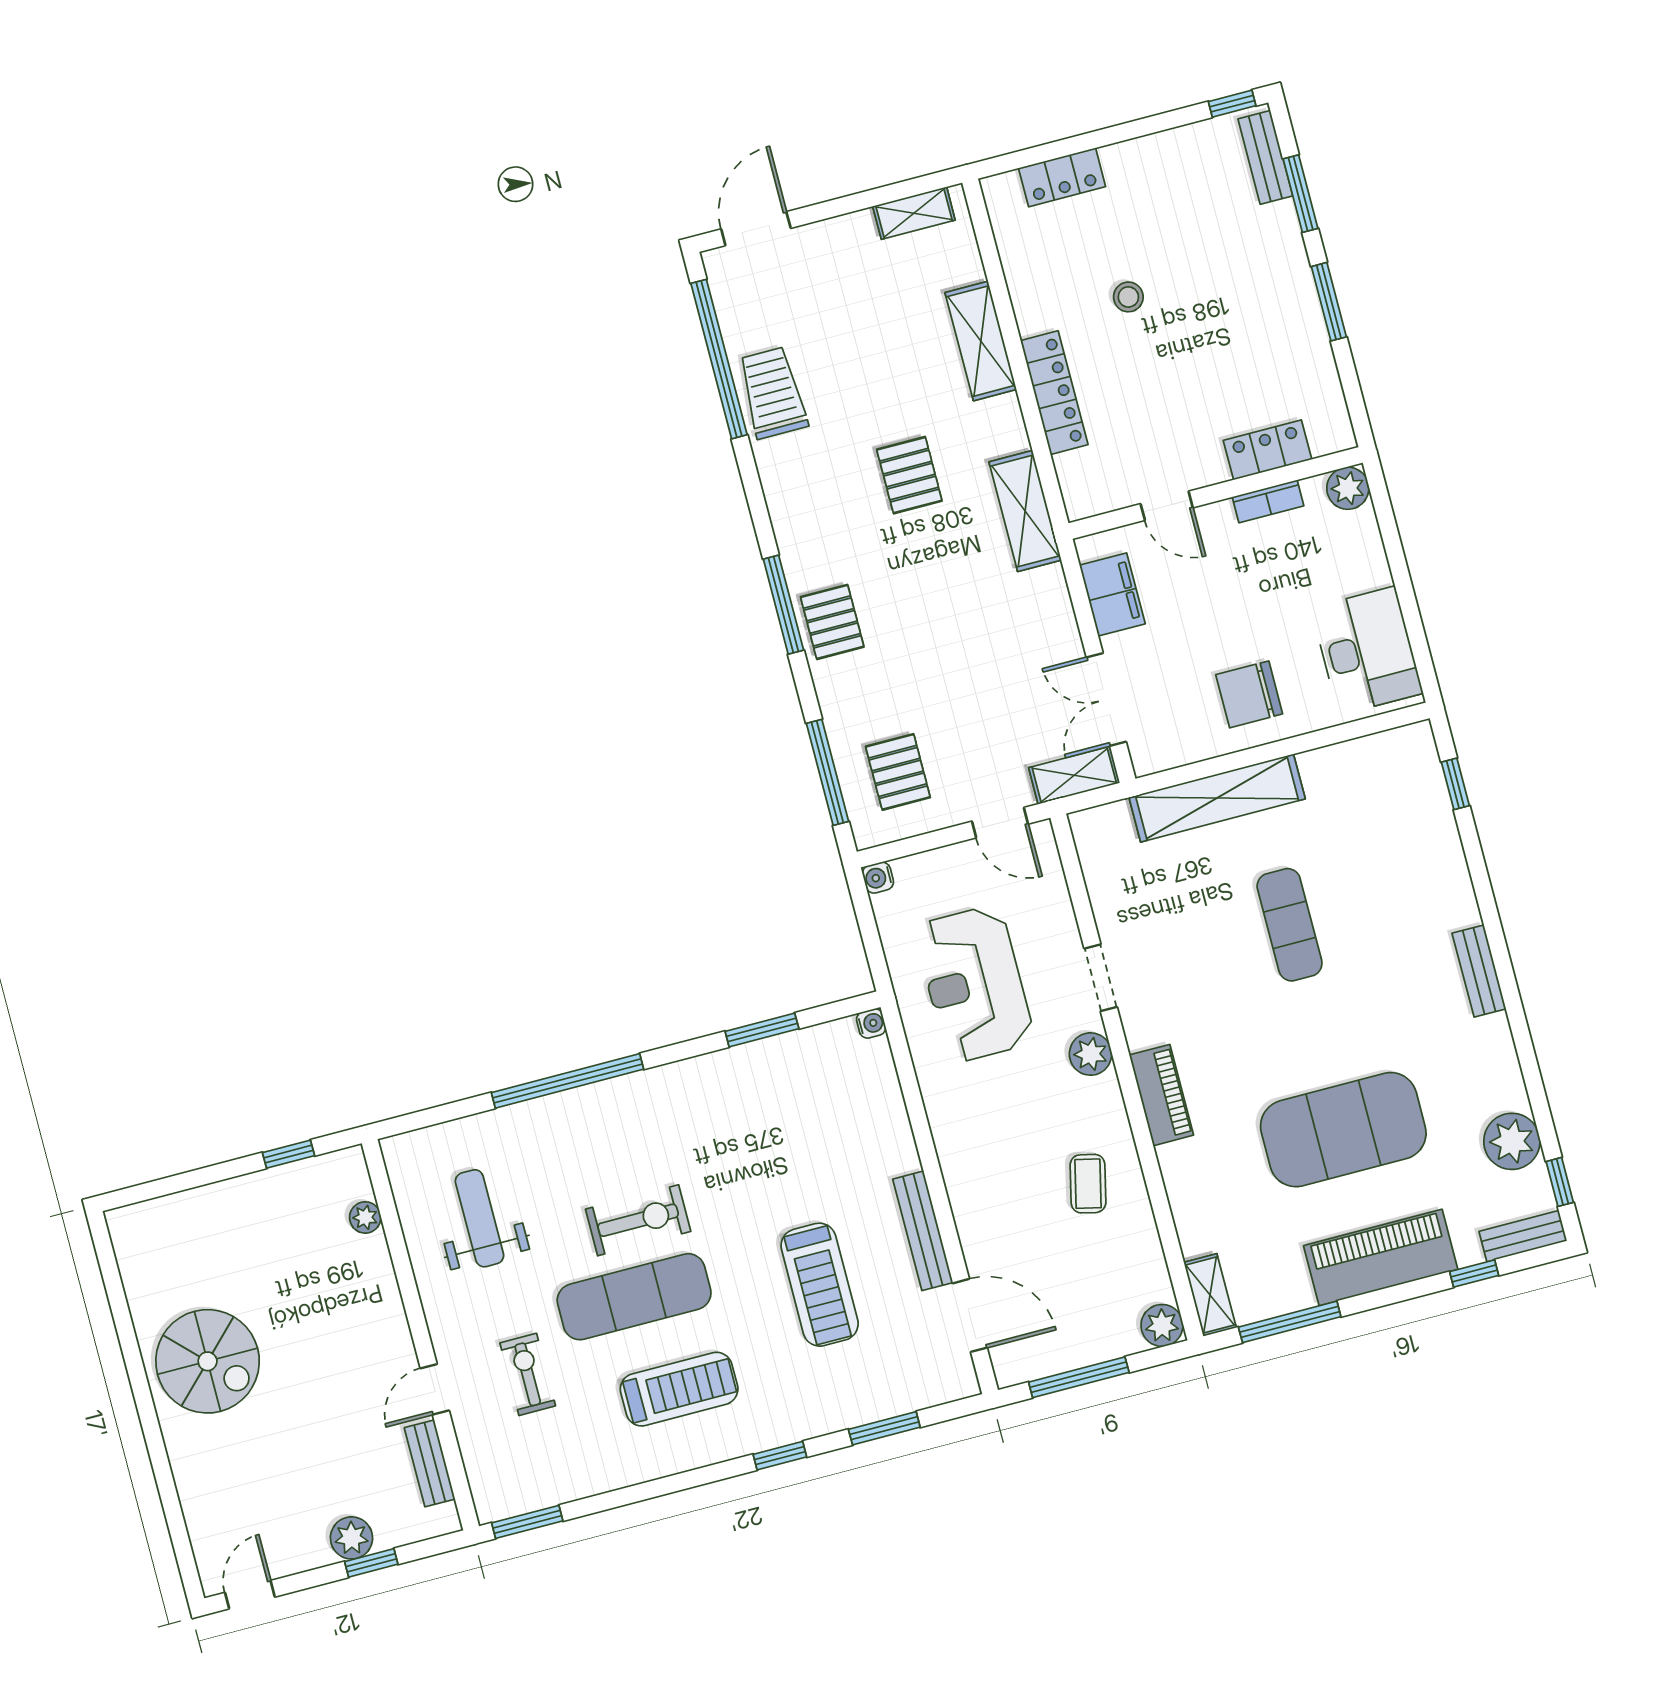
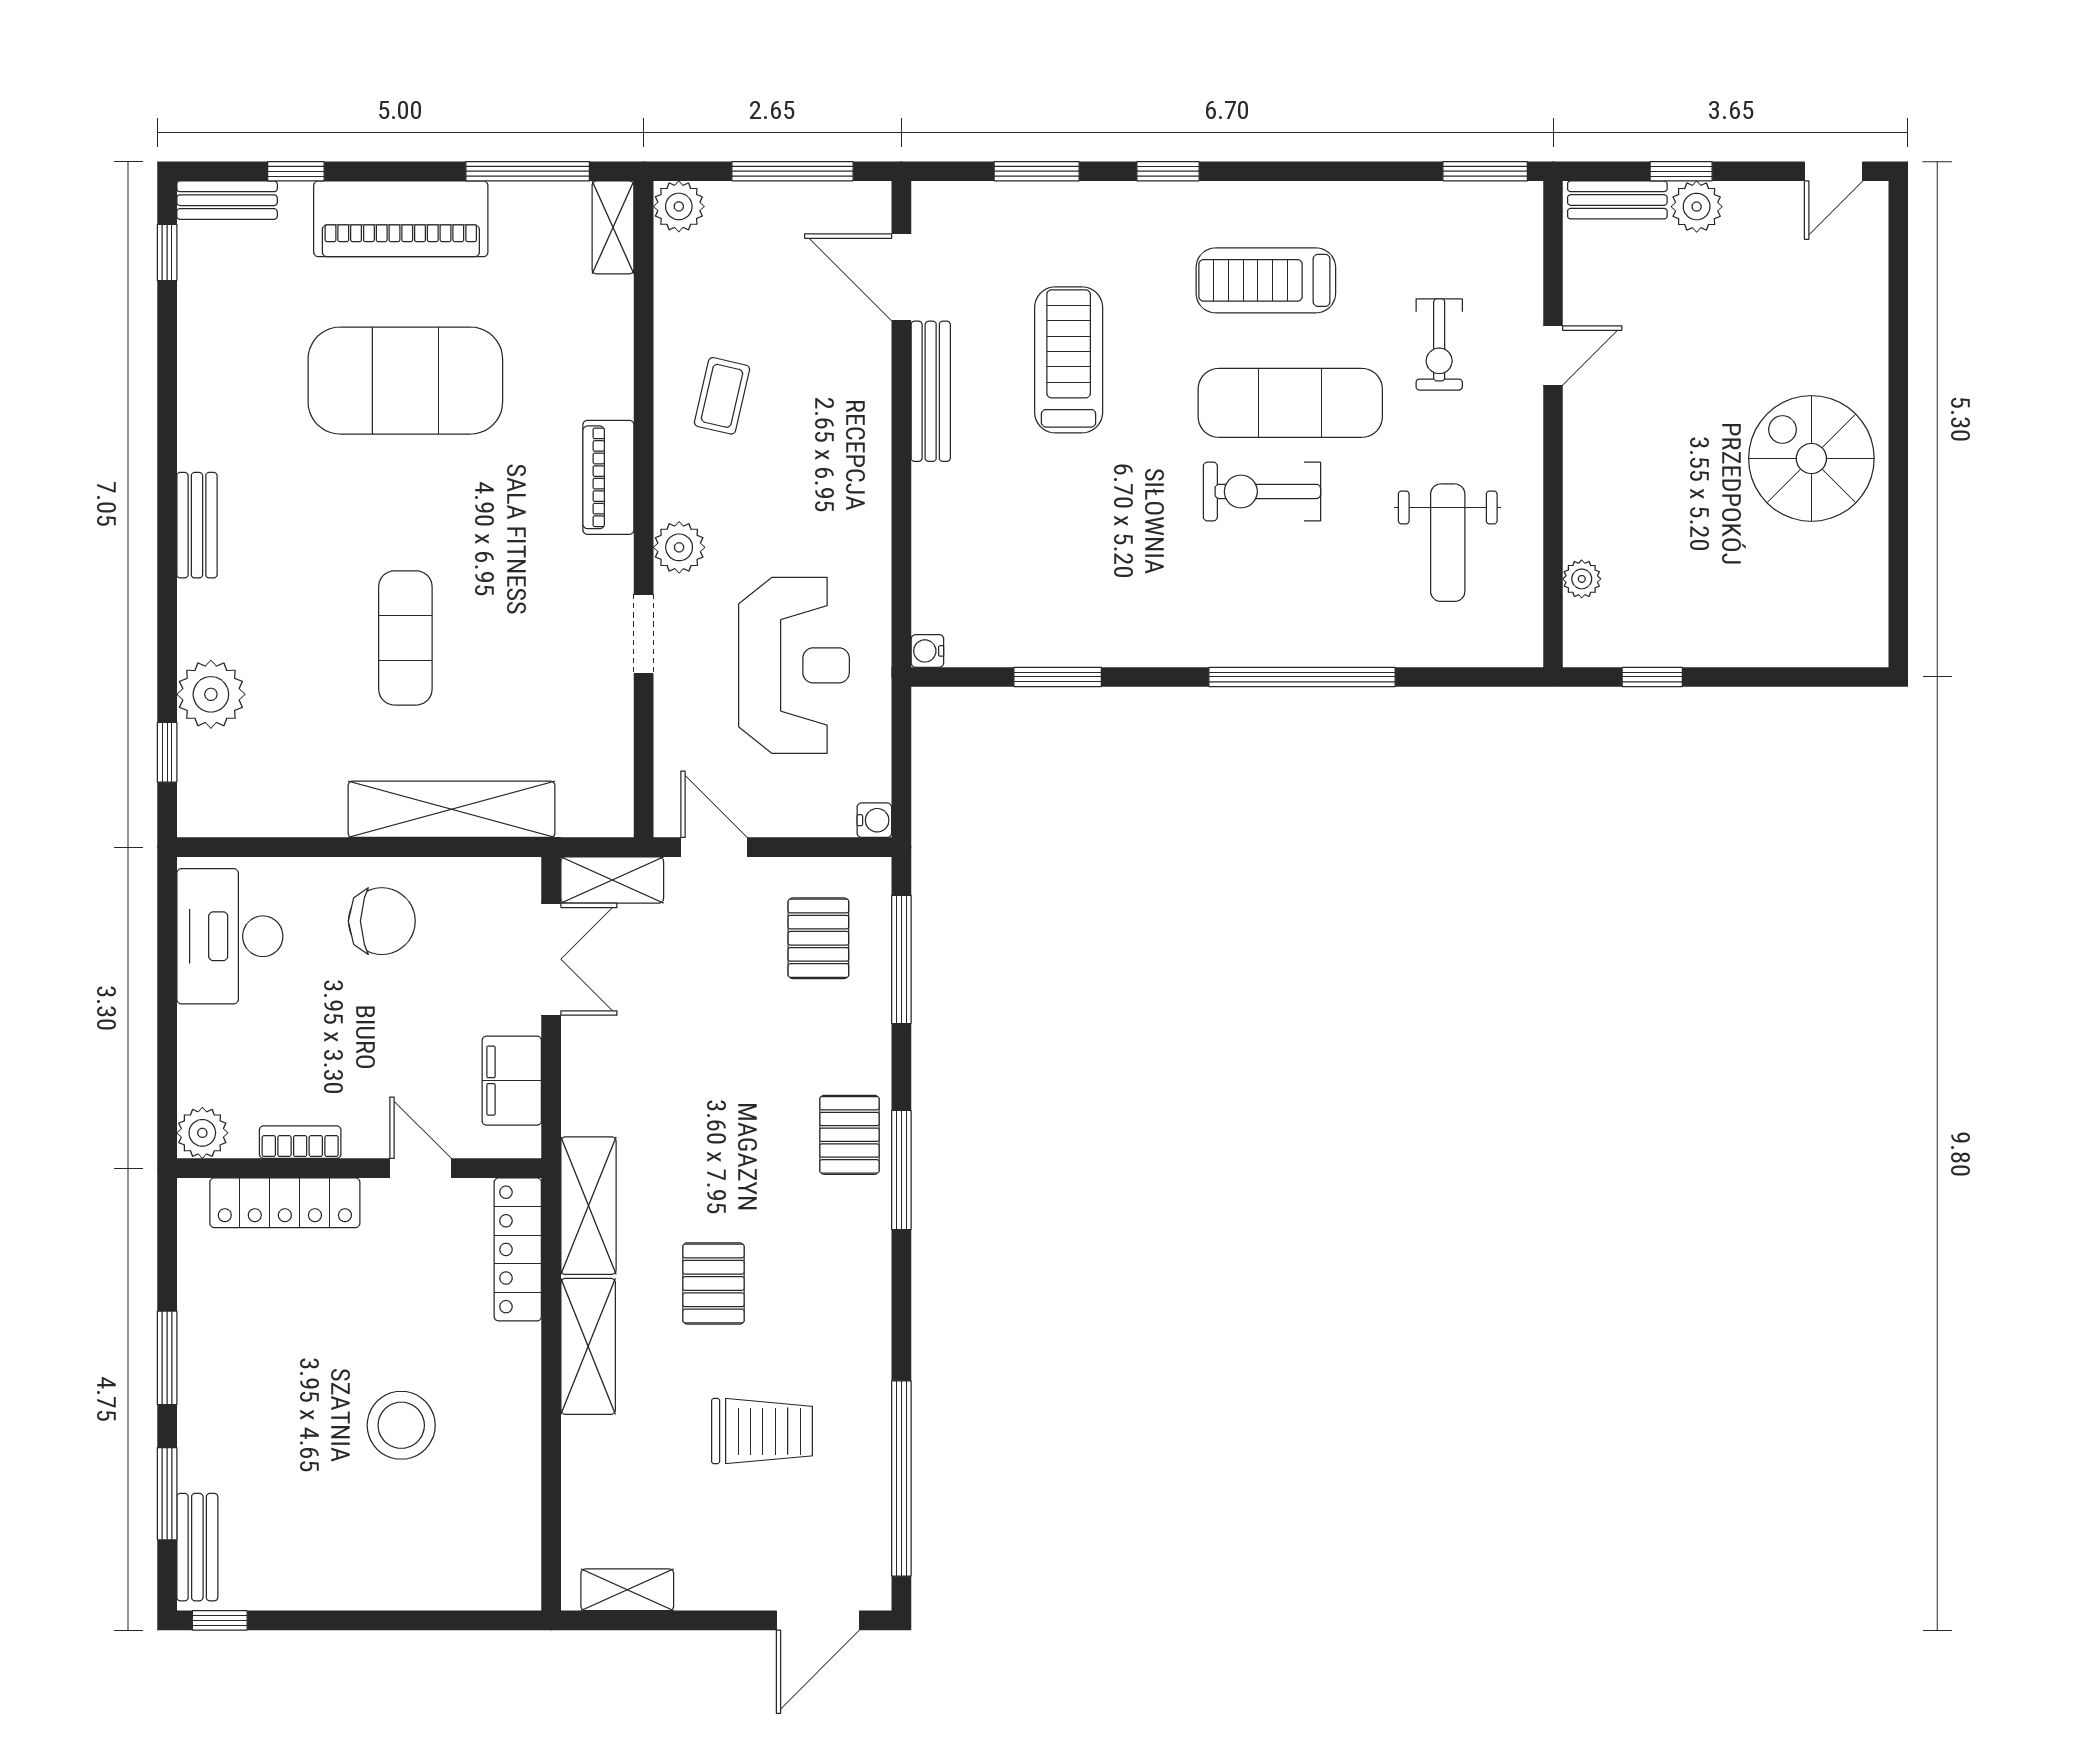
locker: (1062, 177) -> (442, 1586), removed
stool: (1128, 297) -> (401, 1425), width x1.89, depth x1.89
shelving: (981, 341) -> (588, 1346), moved
trolley: (773, 393) -> (762, 1431), moved, turned -90
locker: (1054, 393) -> (518, 1249), moved
locker: (1267, 450) -> (285, 1203), width x1.53
plant: (1512, 1141) -> (211, 694), moved
bench: (430, 1463) -> (1617, 200), moved, turned 90

